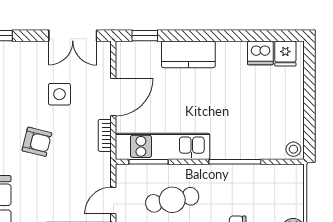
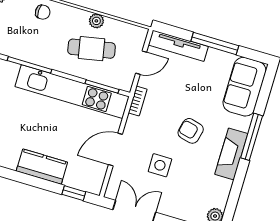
bookcase: (105, 135) -> (138, 101), moved
kitchen unit: (163, 146) -> (72, 92), width x1.36

